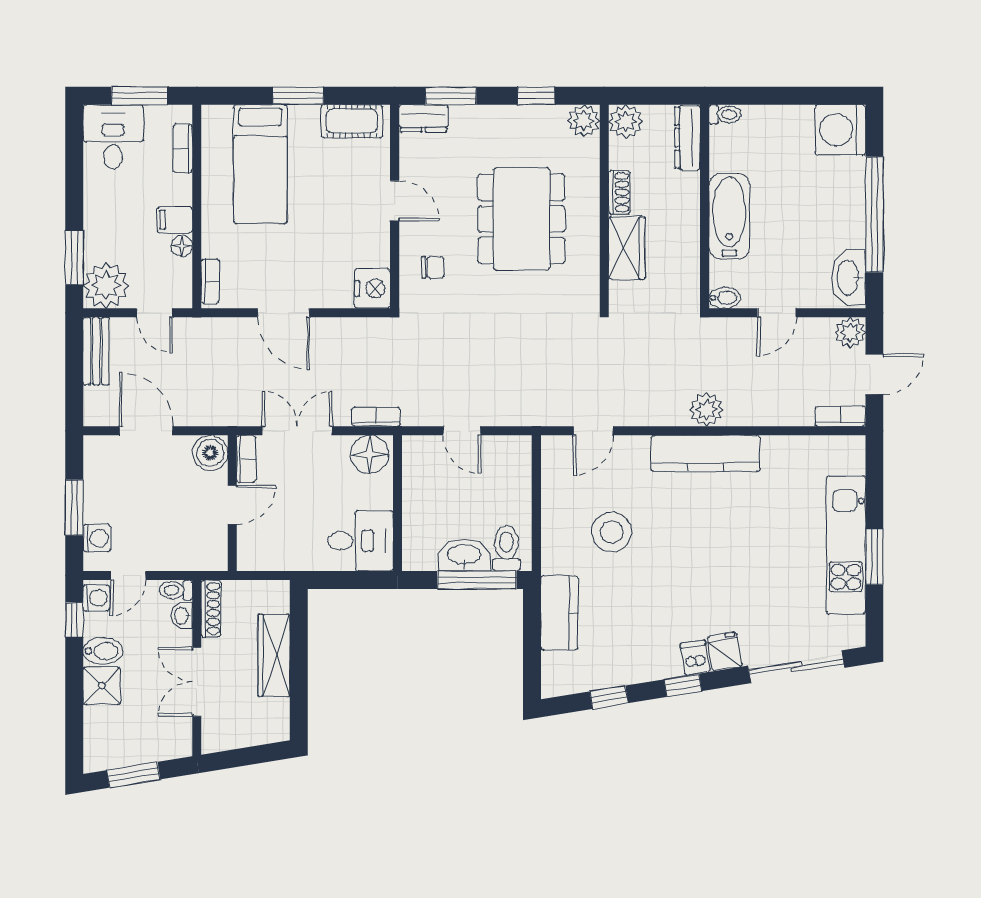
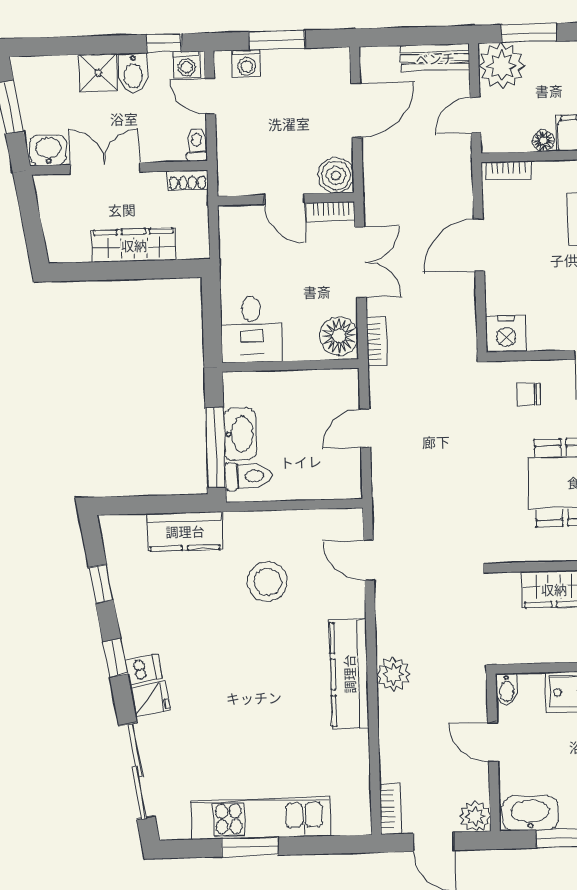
chair: (433, 267) -> (529, 394), turned 90
shoe rack: (211, 609) -> (188, 180), width x0.70
washbasin: (182, 616) -> (48, 150), moved, width x1.38, depth x1.45

